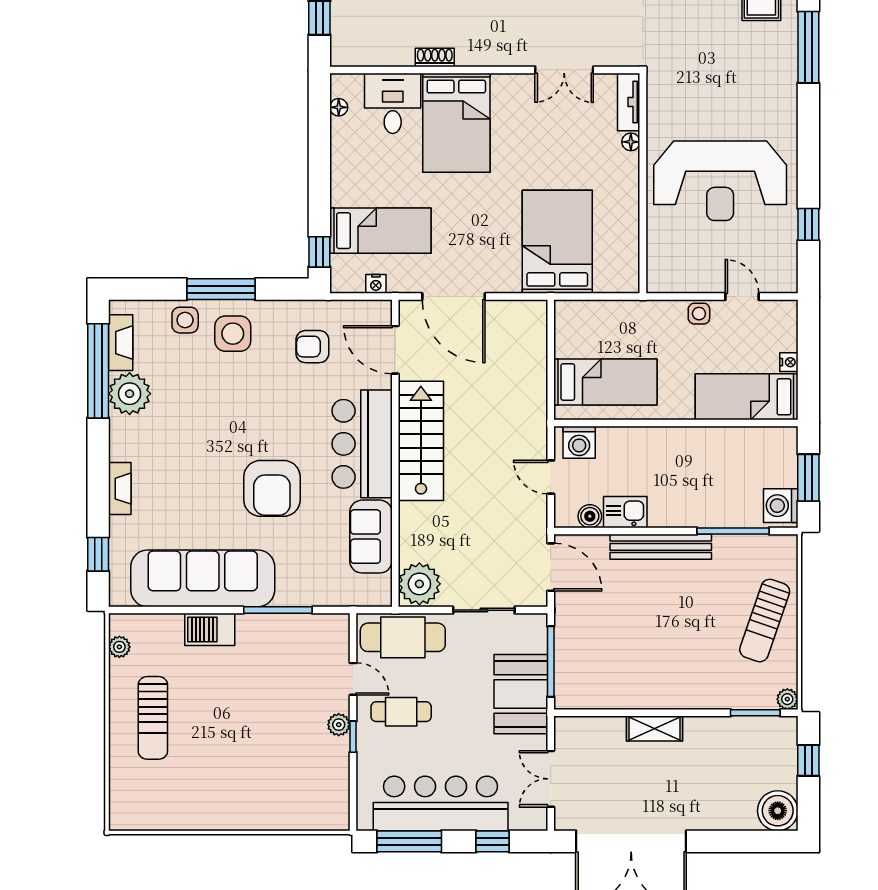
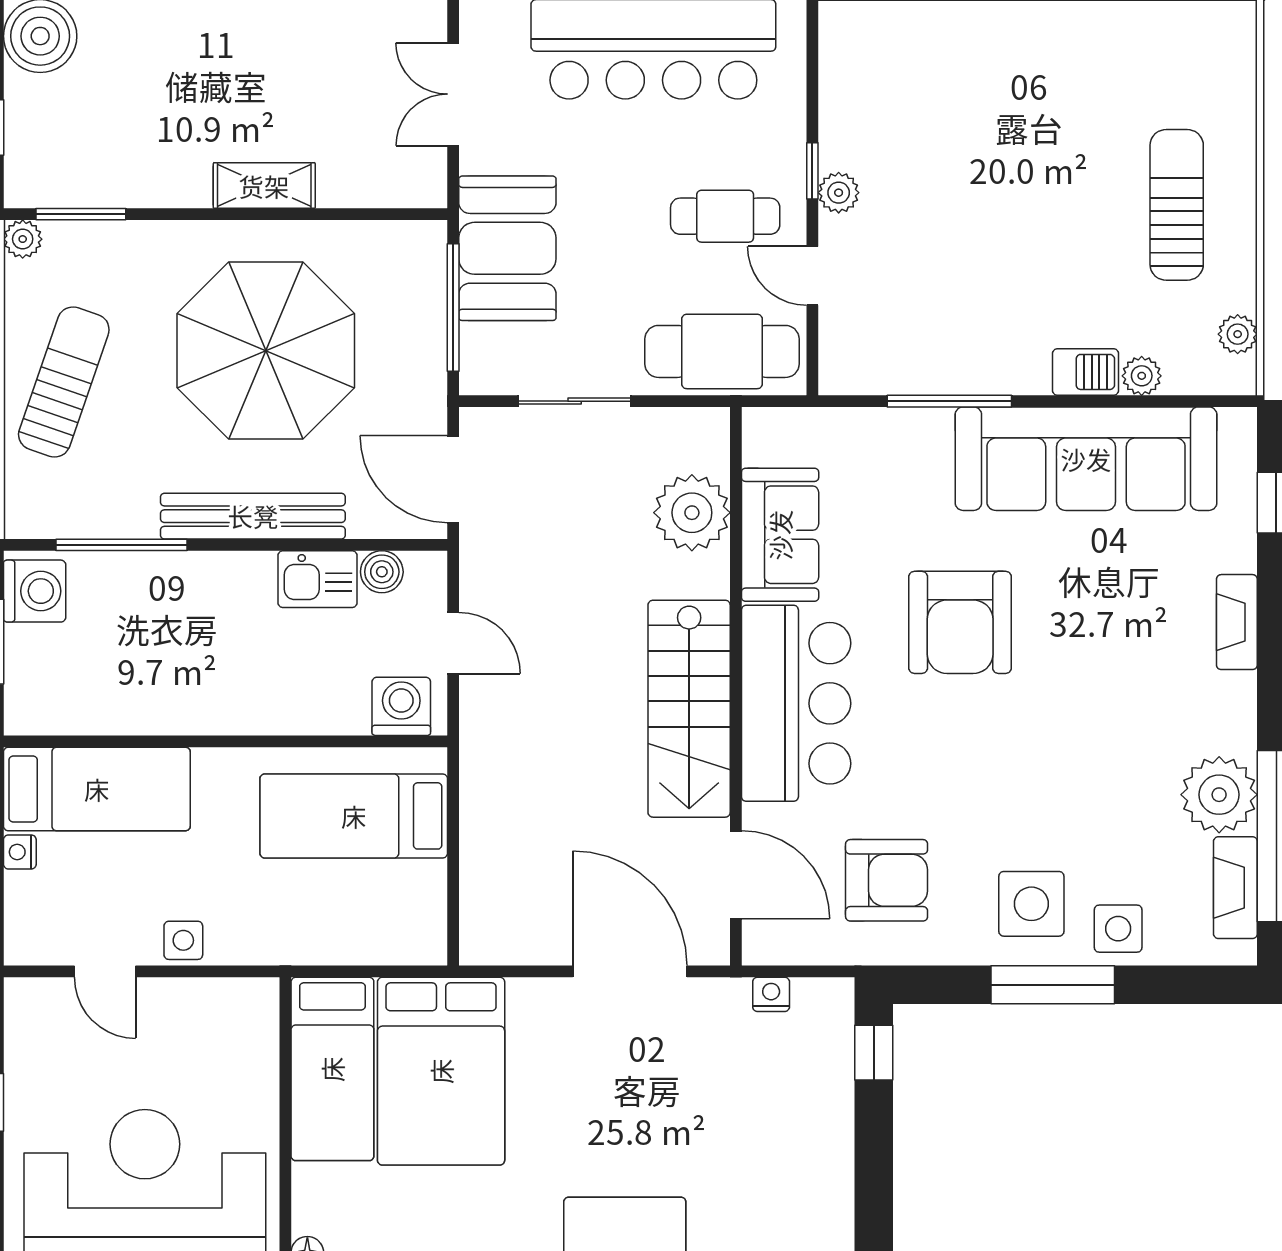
bed: (380, 231) -> (332, 1069), moved, turned -90
armchair: (312, 347) -> (887, 880), width x1.38, depth x1.38
armchair: (272, 488) -> (960, 622), turned 180
plant: (419, 584) -> (692, 513), moved
plant: (172, 624) -> (1142, 376), added
barbecue: (210, 629) -> (1085, 372), width x0.73, depth x0.79
parasol: (654, 638) -> (266, 351), added
double door: (551, 779) -> (453, 94), swing flipped

